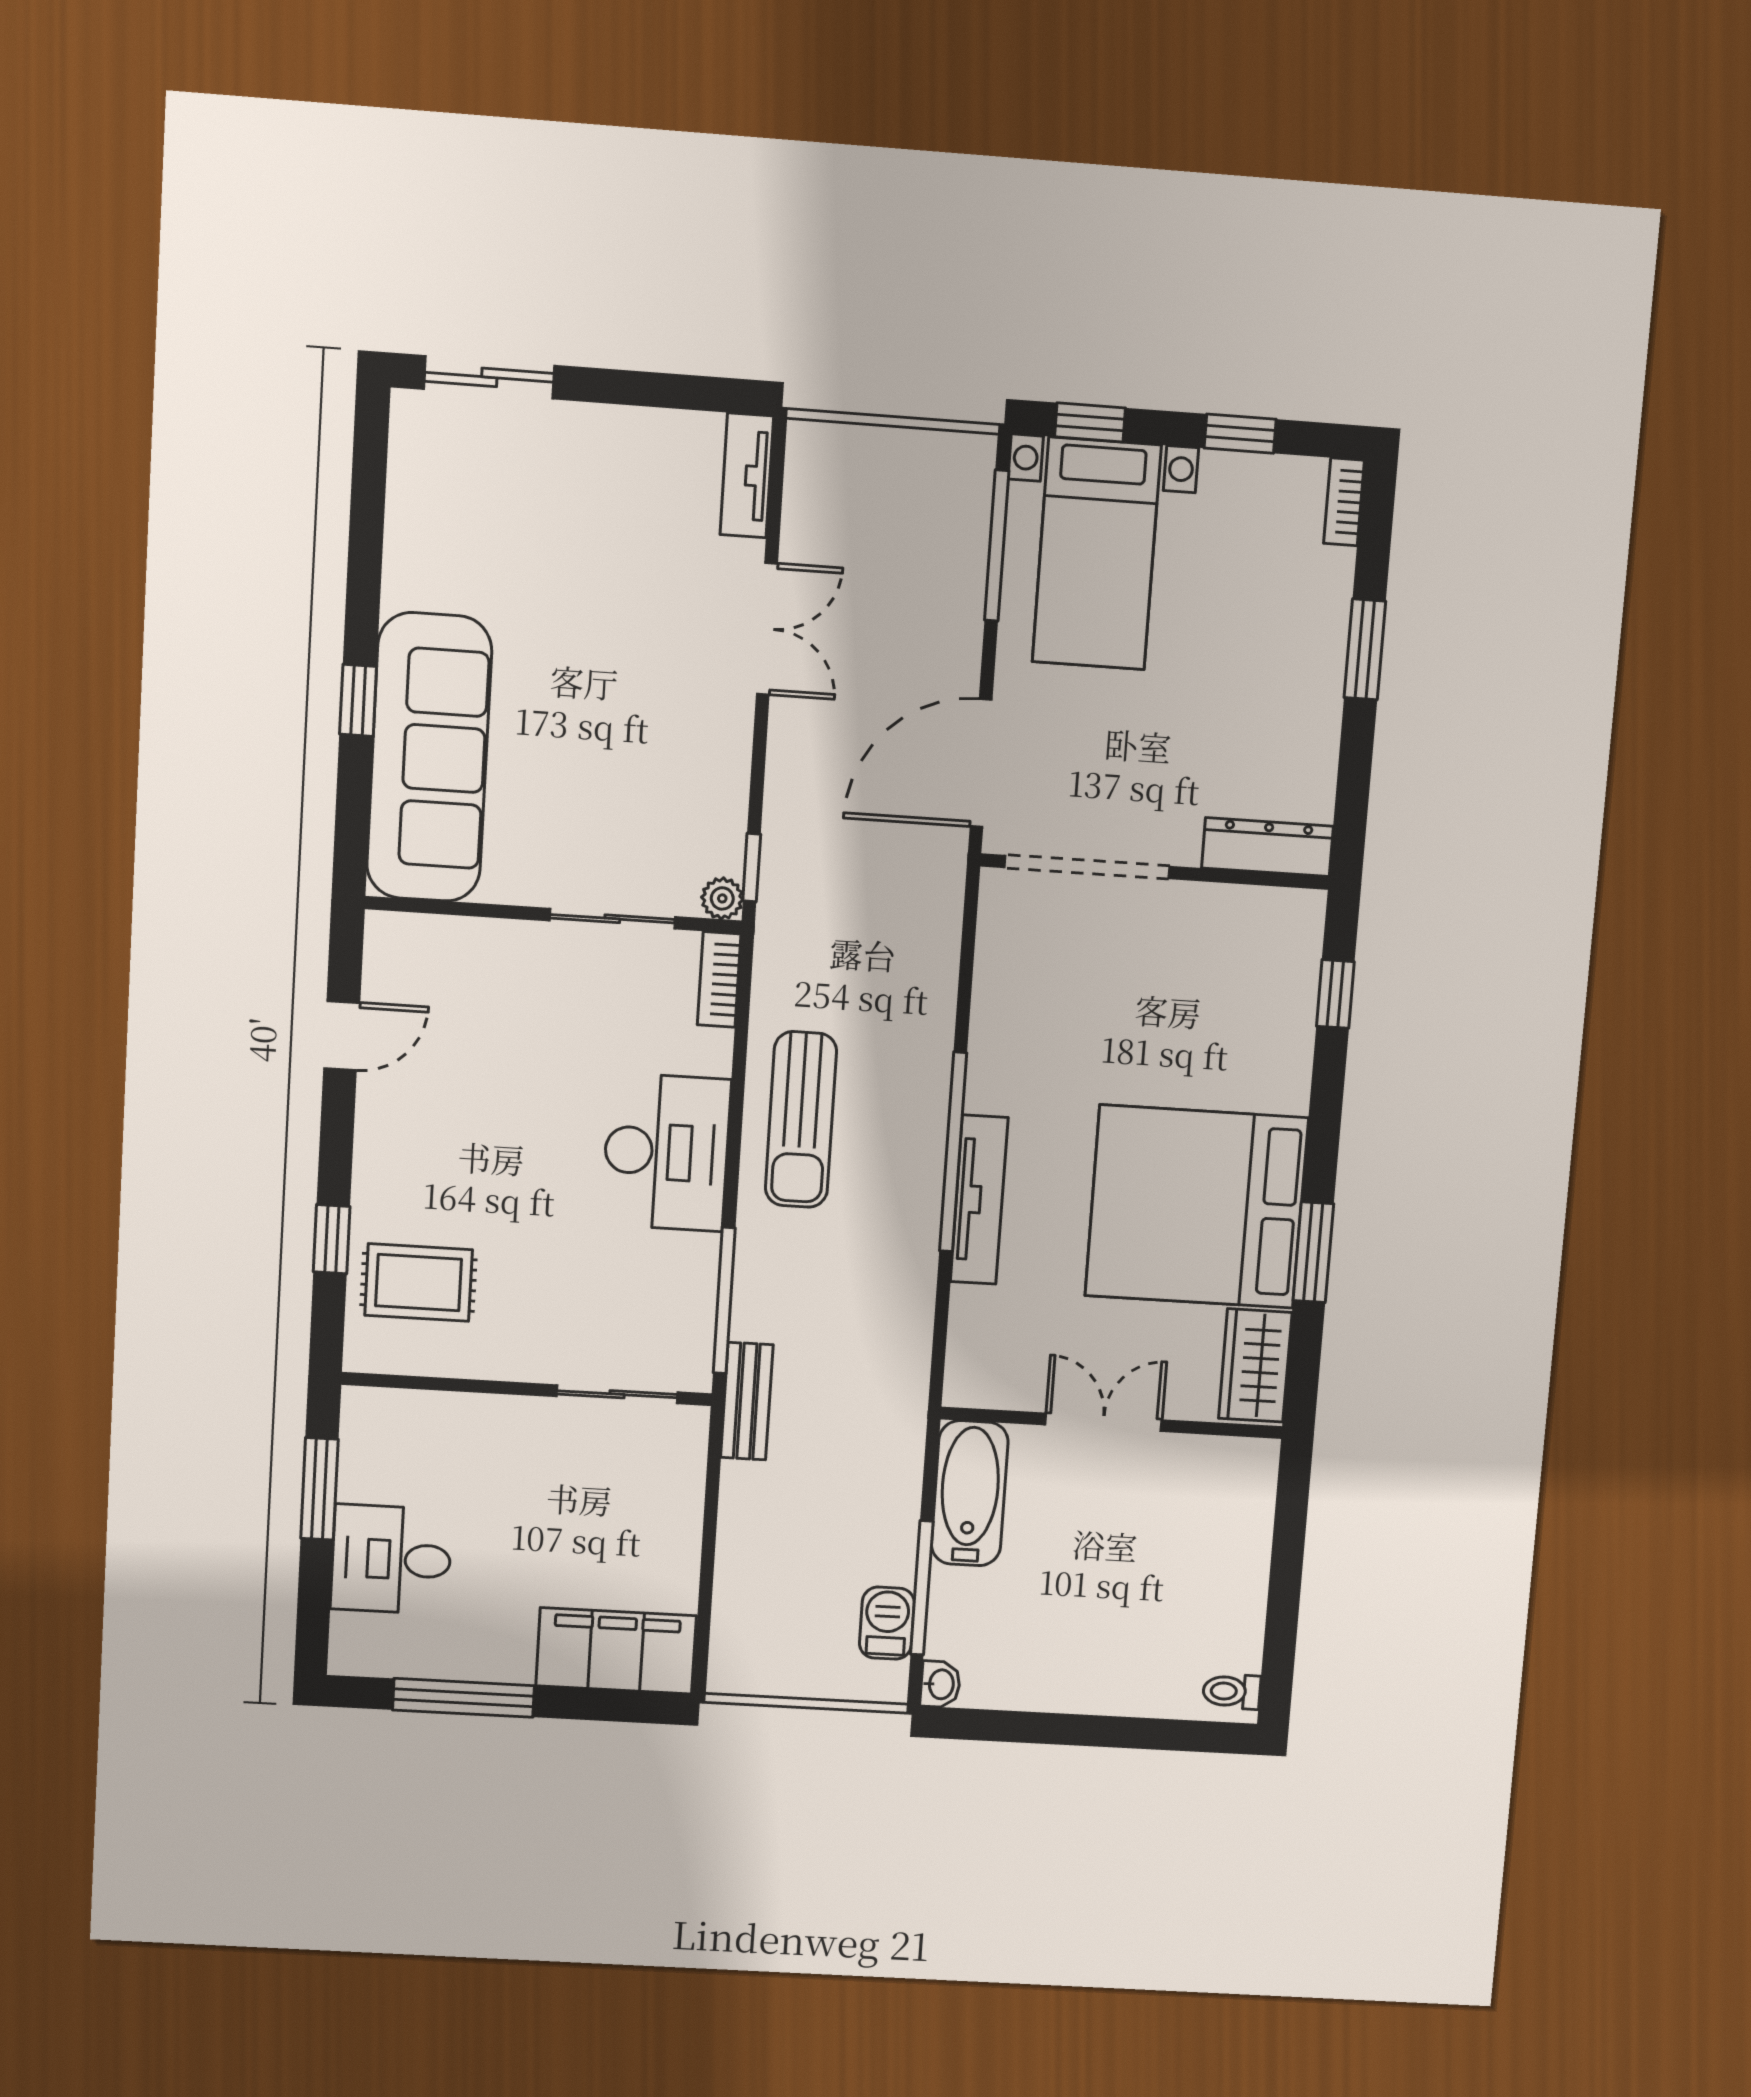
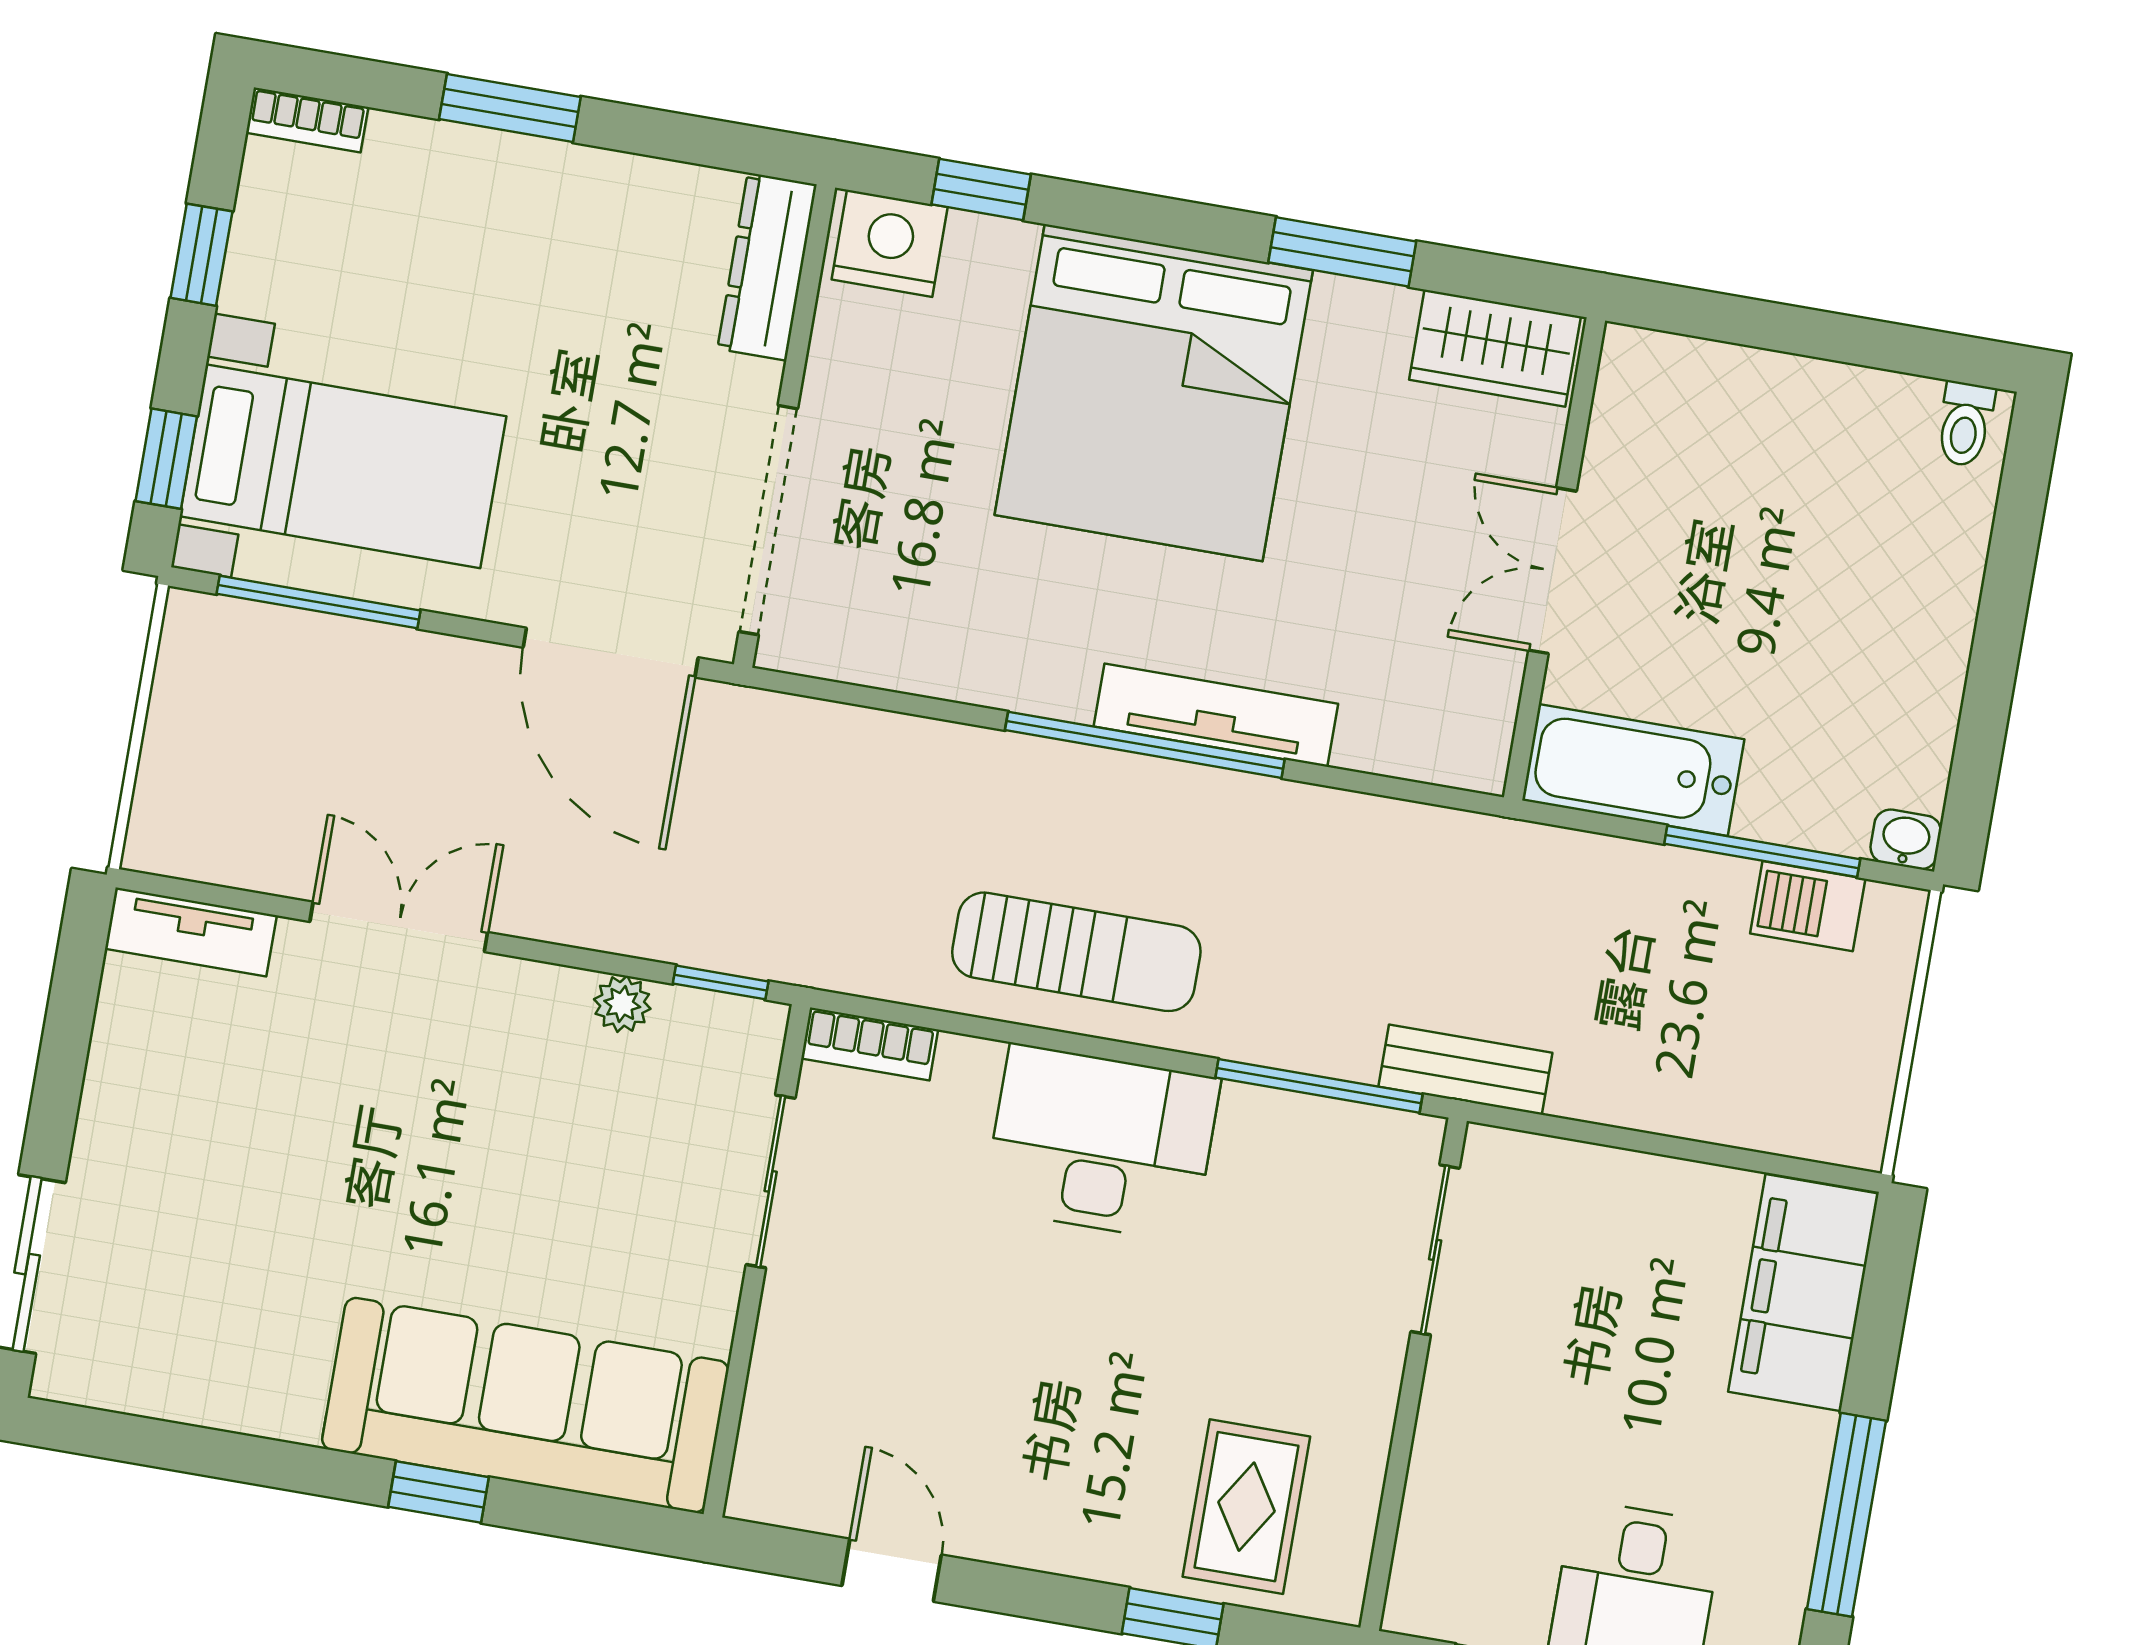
plant: (722, 898) -> (622, 1004), moved
nightstand: (1292, 933) -> (890, 243), added
bed: (1197, 1207) -> (1154, 393), moved

